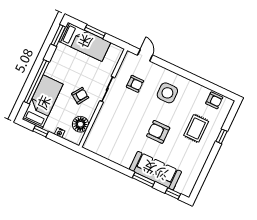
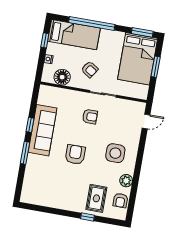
bed: (85, 42) -> (138, 59), width x1.50
armchair: (135, 84) -> (90, 117), moved, turned -90
plant: (197, 90) -> (126, 181), added
rug: (196, 128) -> (96, 198), moved, turned 90
sofa: (155, 171) -> (43, 130), moved
window: (173, 193) -> (30, 125), moved

